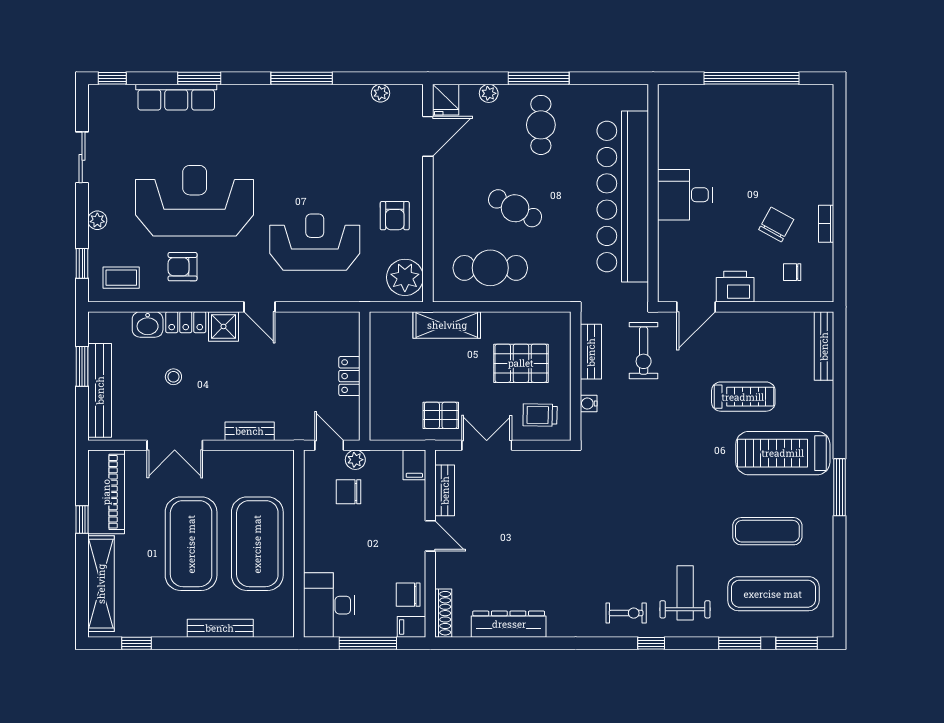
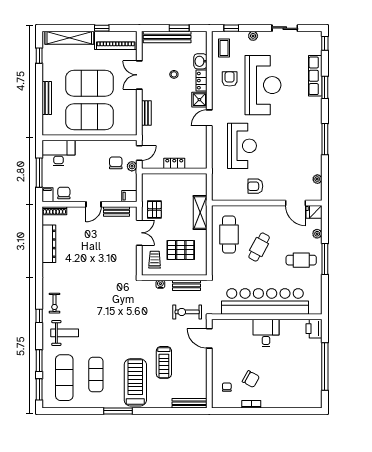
plant: (405, 277) -> (224, 191), removed
printer: (735, 287) -> (314, 329), moved, turned 180
pallet: (521, 363) -> (181, 250), turned 90

